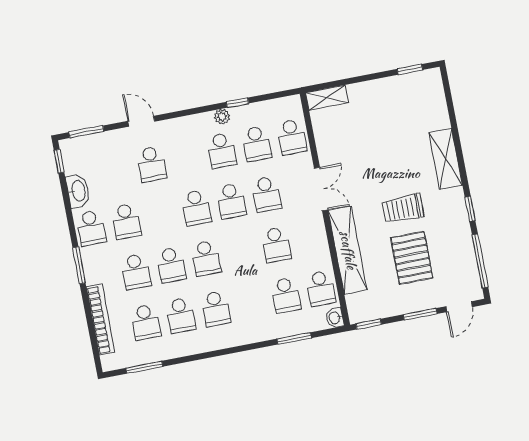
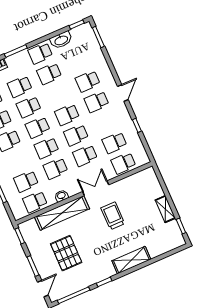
shelving: (327, 98) -> (165, 209), moved
plant: (222, 117) -> (126, 118), removed
door: (141, 121) -> (123, 93), moved
school desk: (222, 151) -> (97, 102), moved
double door: (321, 189) -> (96, 188), swing flipped
trolley: (403, 209) -> (113, 216), moved
school desk: (241, 251) -> (47, 148), added
pallet: (412, 258) -> (66, 253), turned 90
door: (459, 307) -> (43, 289), swing flipped
washbasin: (335, 318) -> (61, 196), moved

